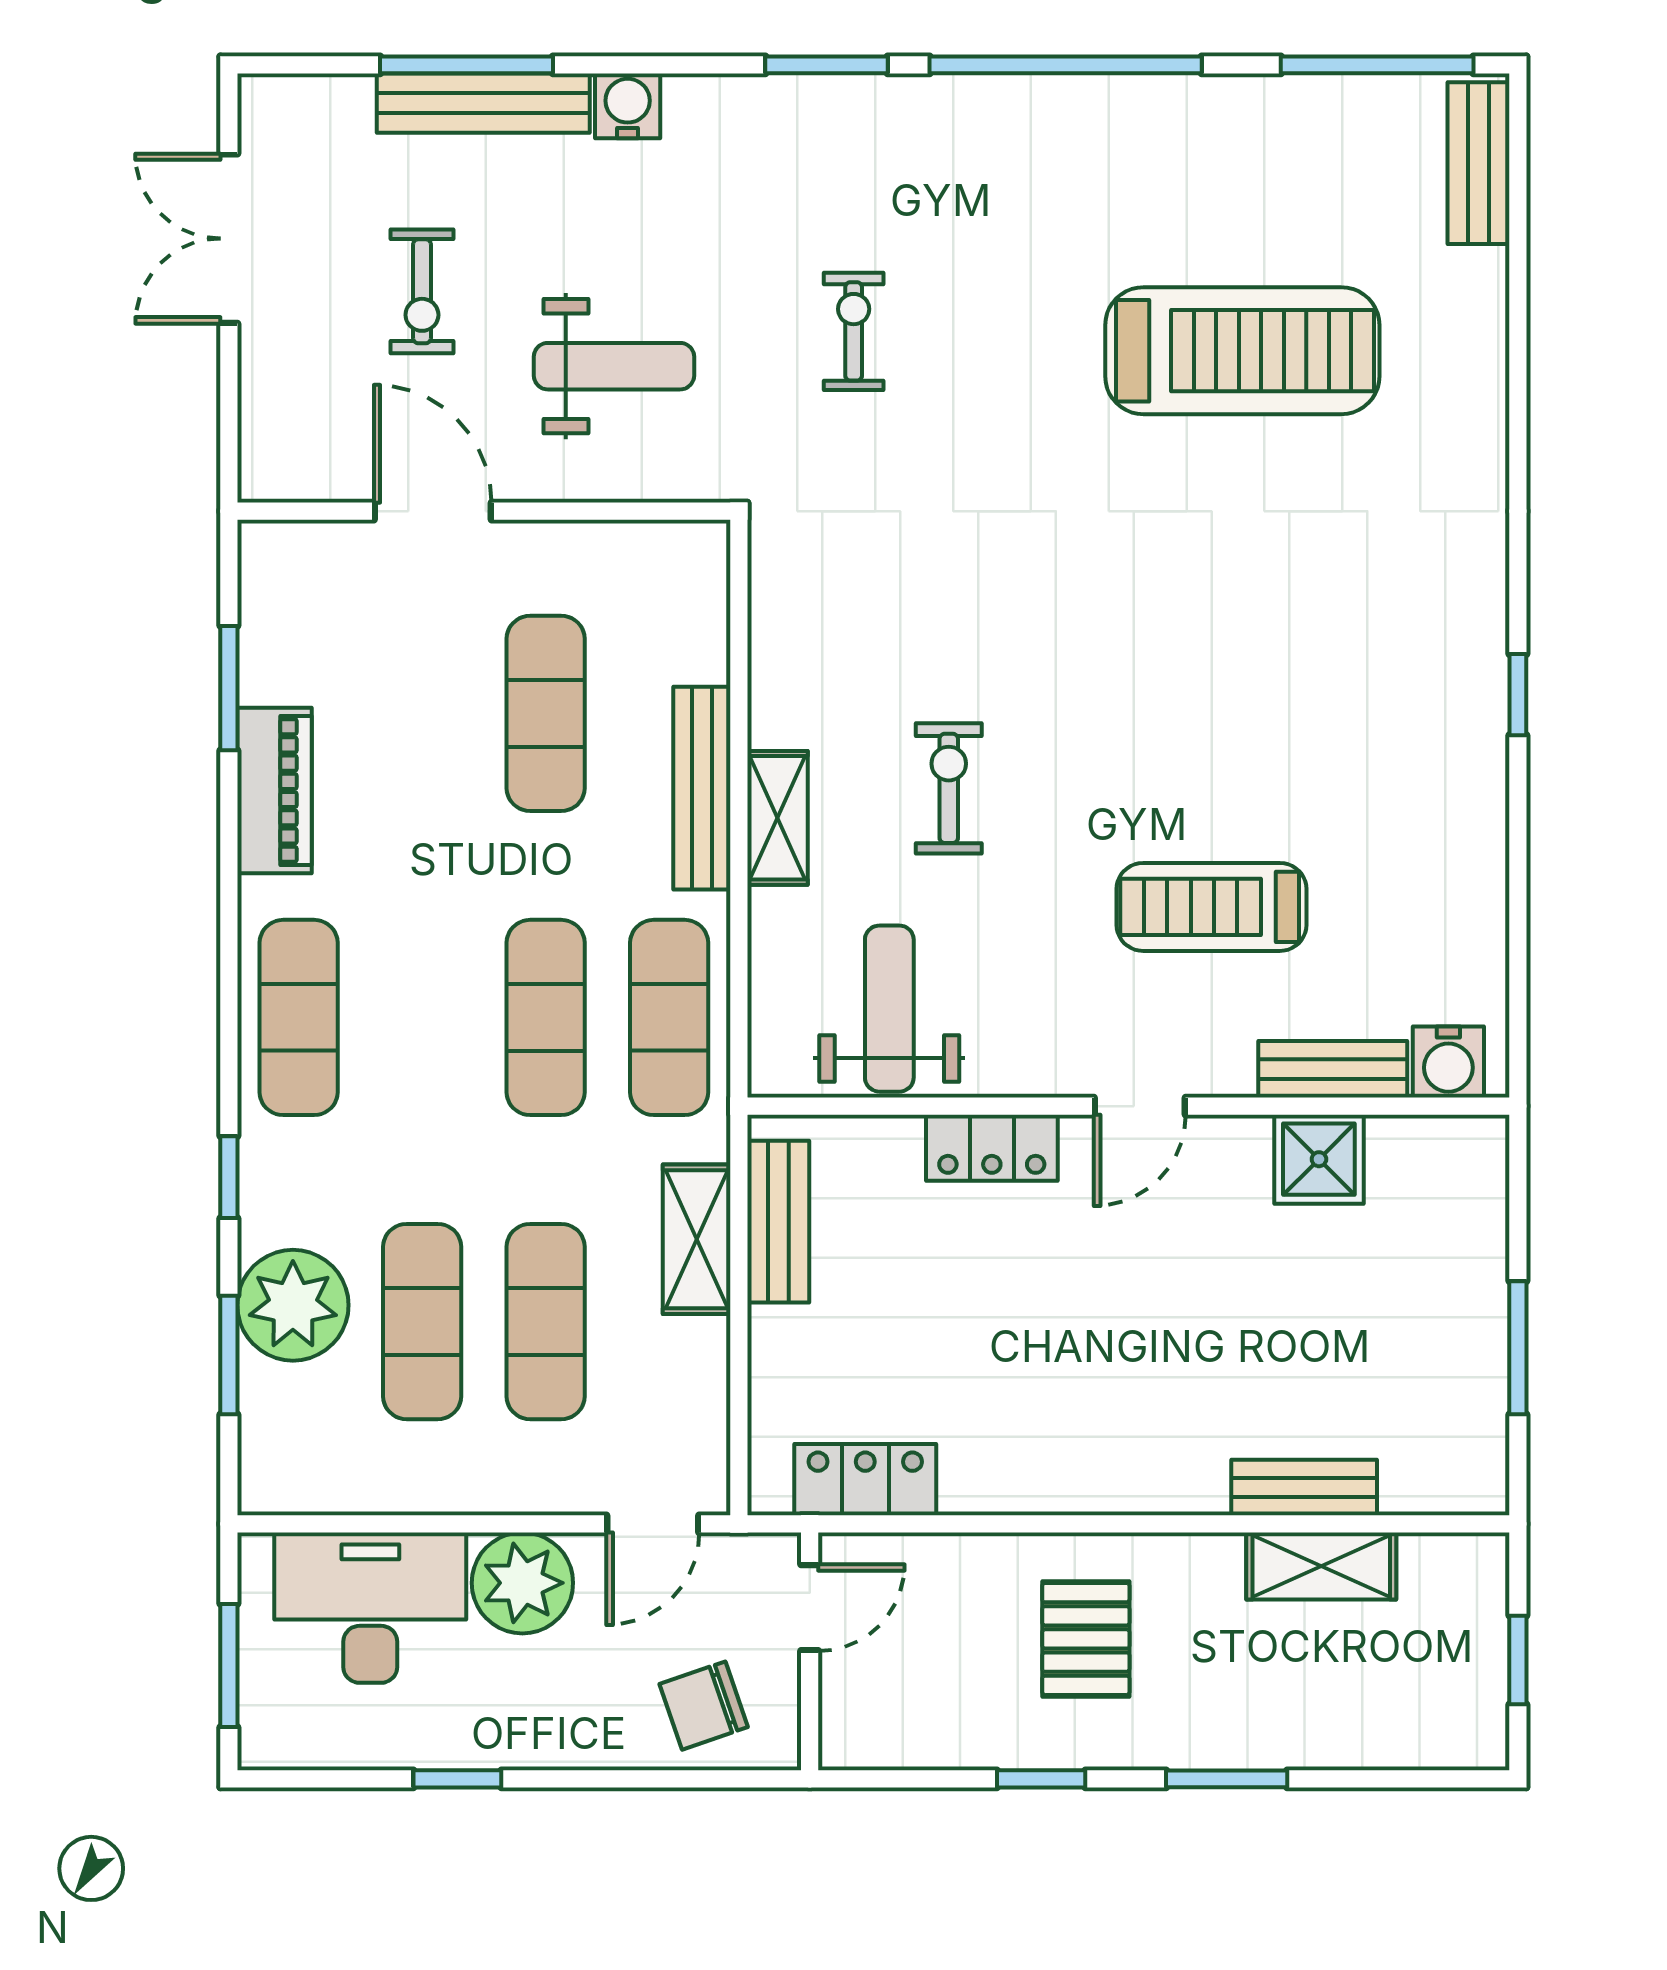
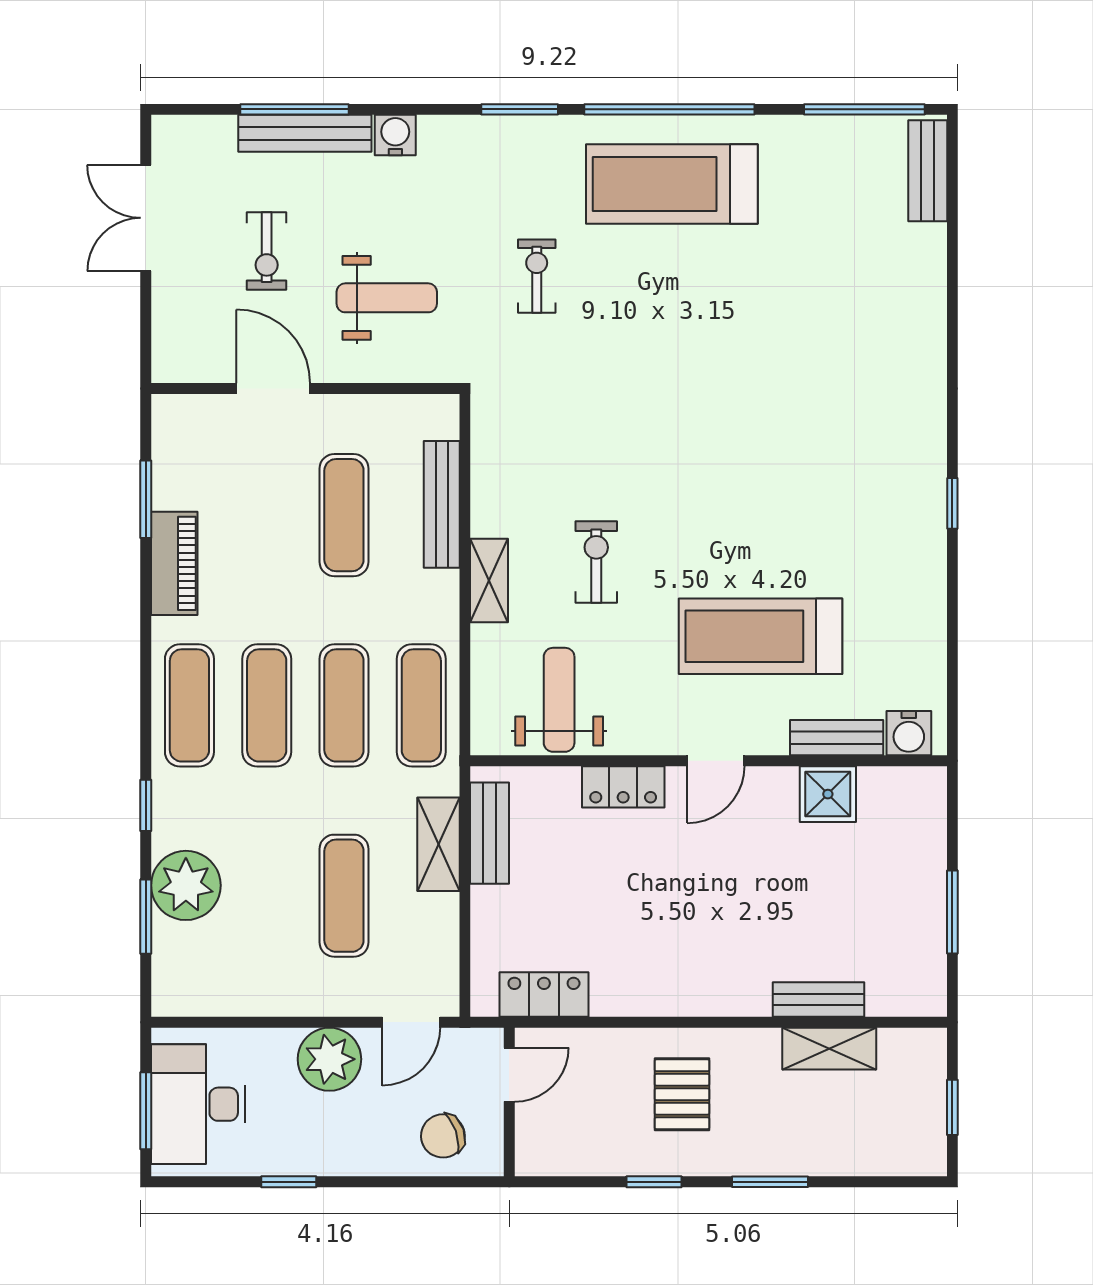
treadmill: (1242, 351) -> (672, 184), moved, turned 180
bench: (702, 788) -> (442, 504), moved
treadmill: (1211, 907) -> (761, 636), width x1.37, depth x1.38
exercise mat: (422, 1322) -> (267, 705), moved
desk: (370, 1608) -> (198, 1104), moved, turned -90

